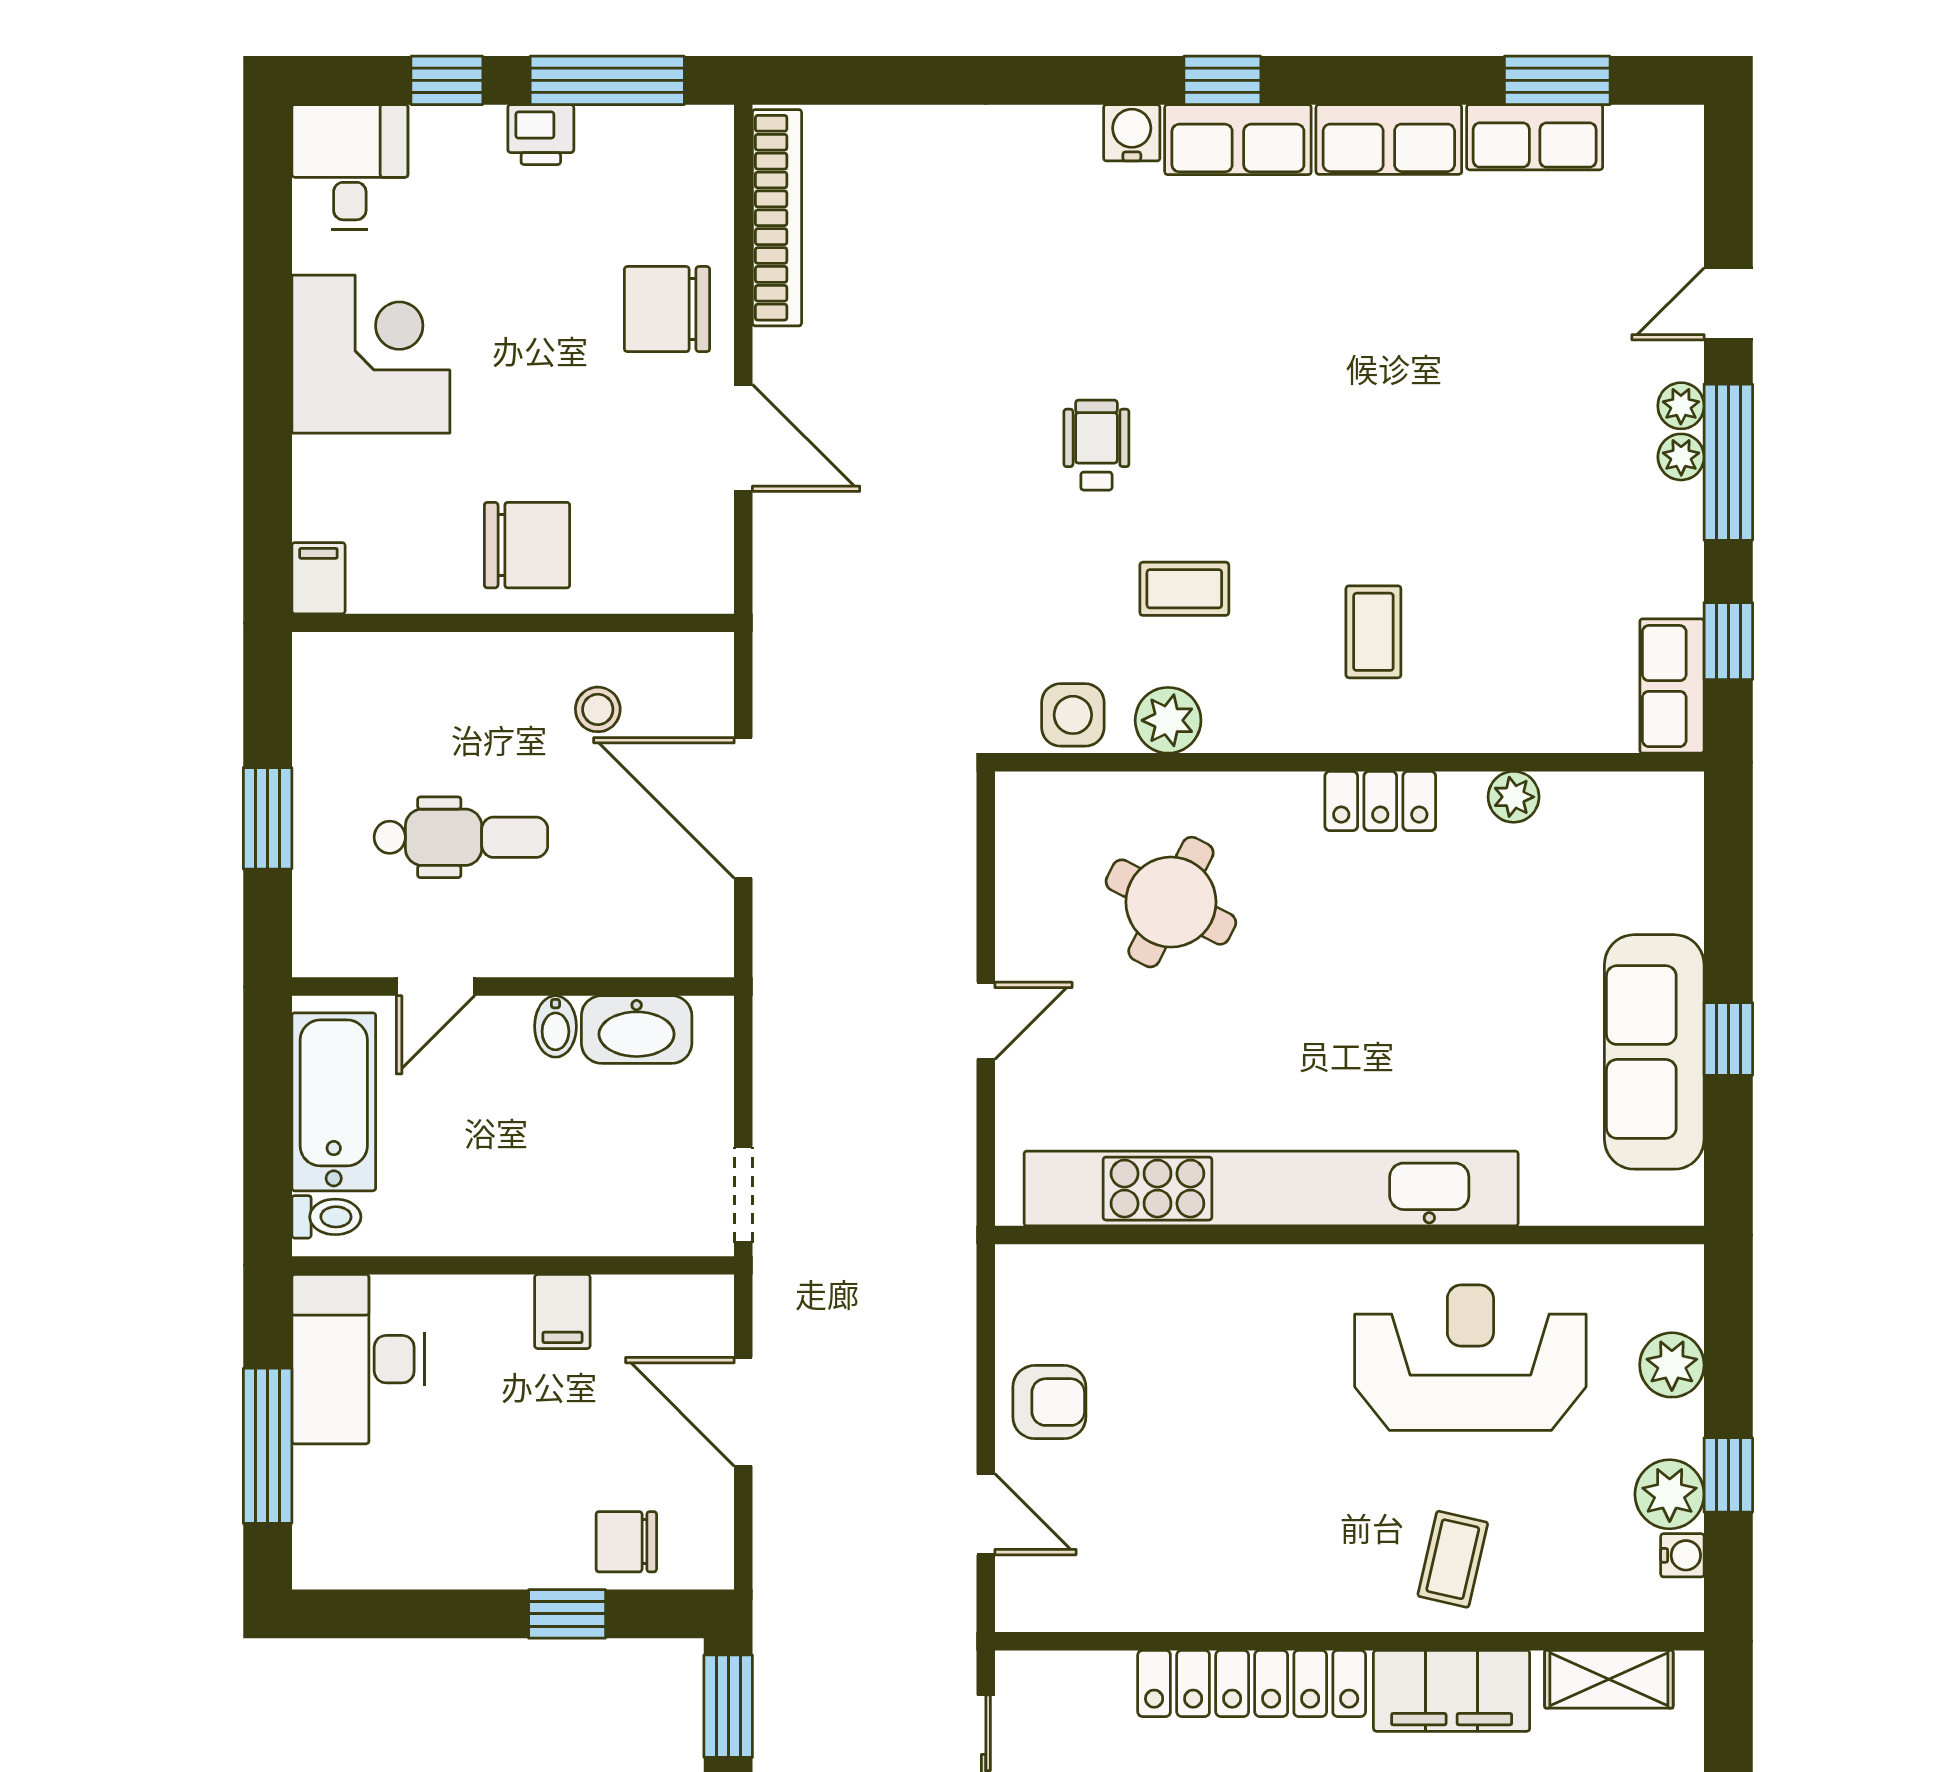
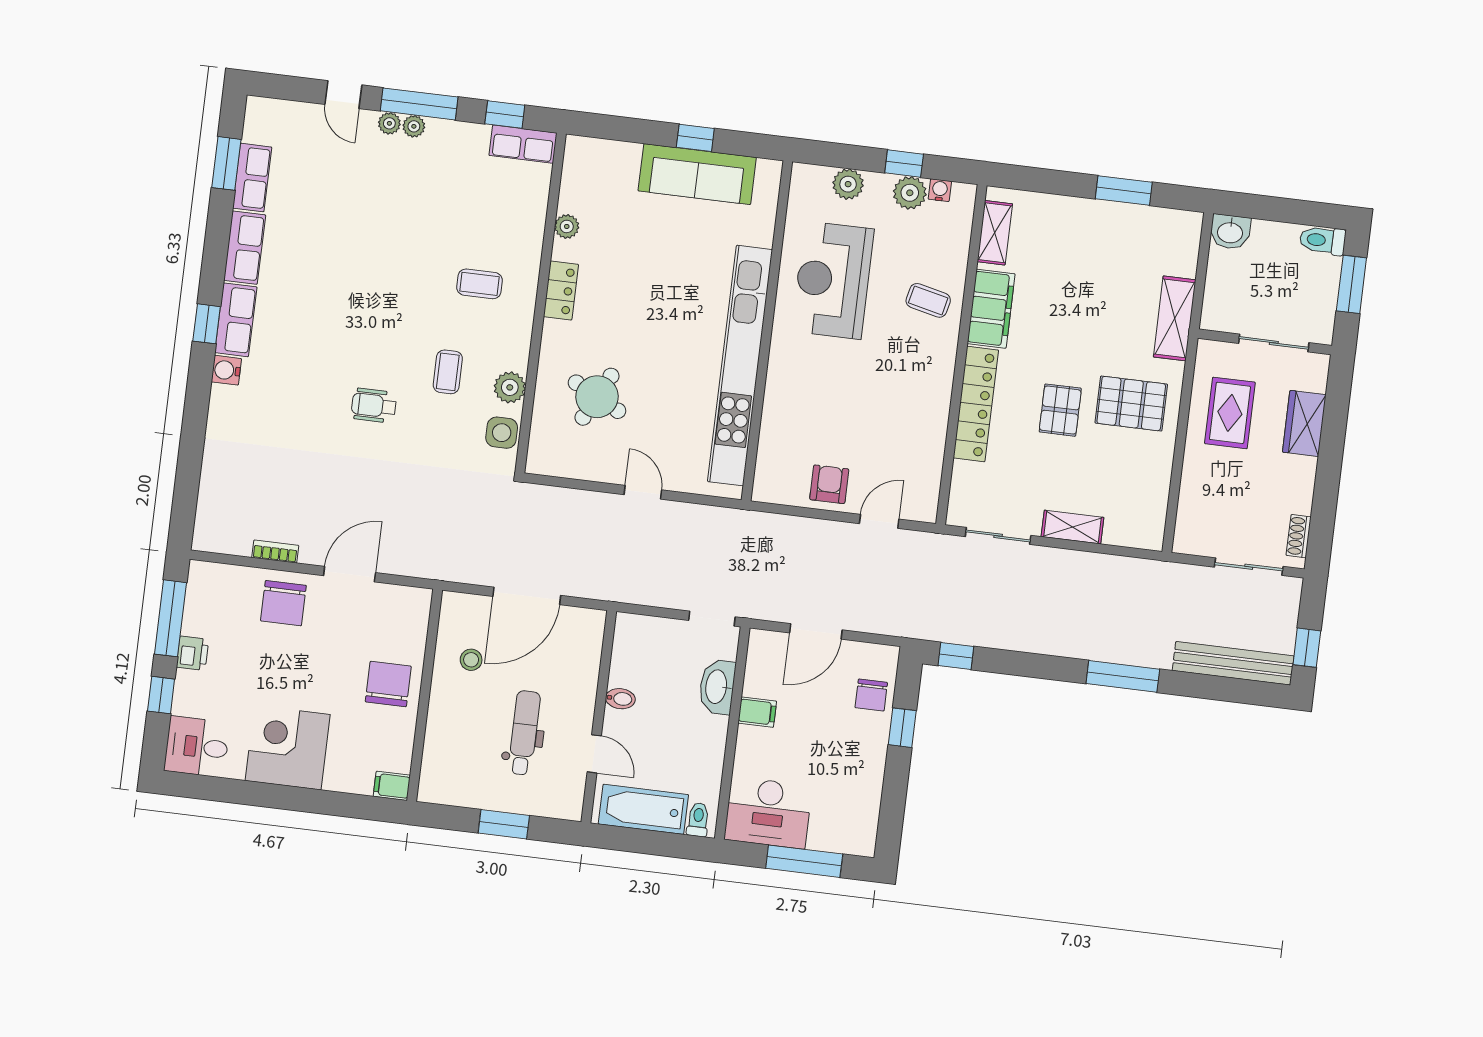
bookcase: (777, 218) -> (275, 551), width x0.43, depth x0.76
washbasin: (637, 1029) -> (717, 687), moved, turned 180
window: (728, 1706) -> (956, 656), width x0.67

